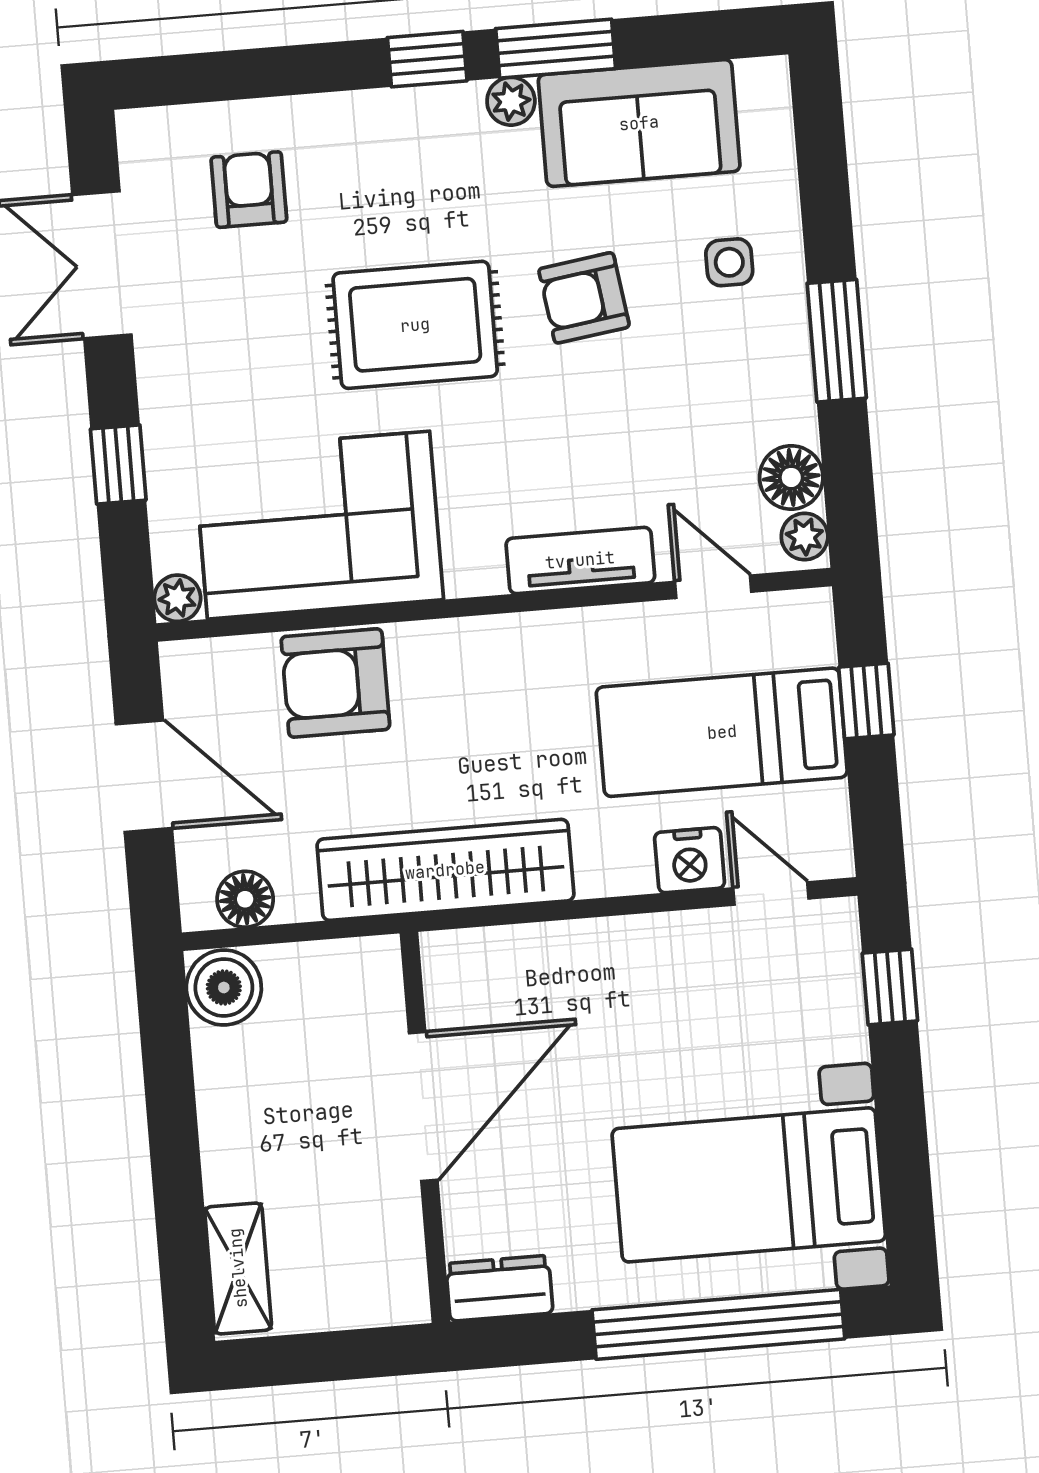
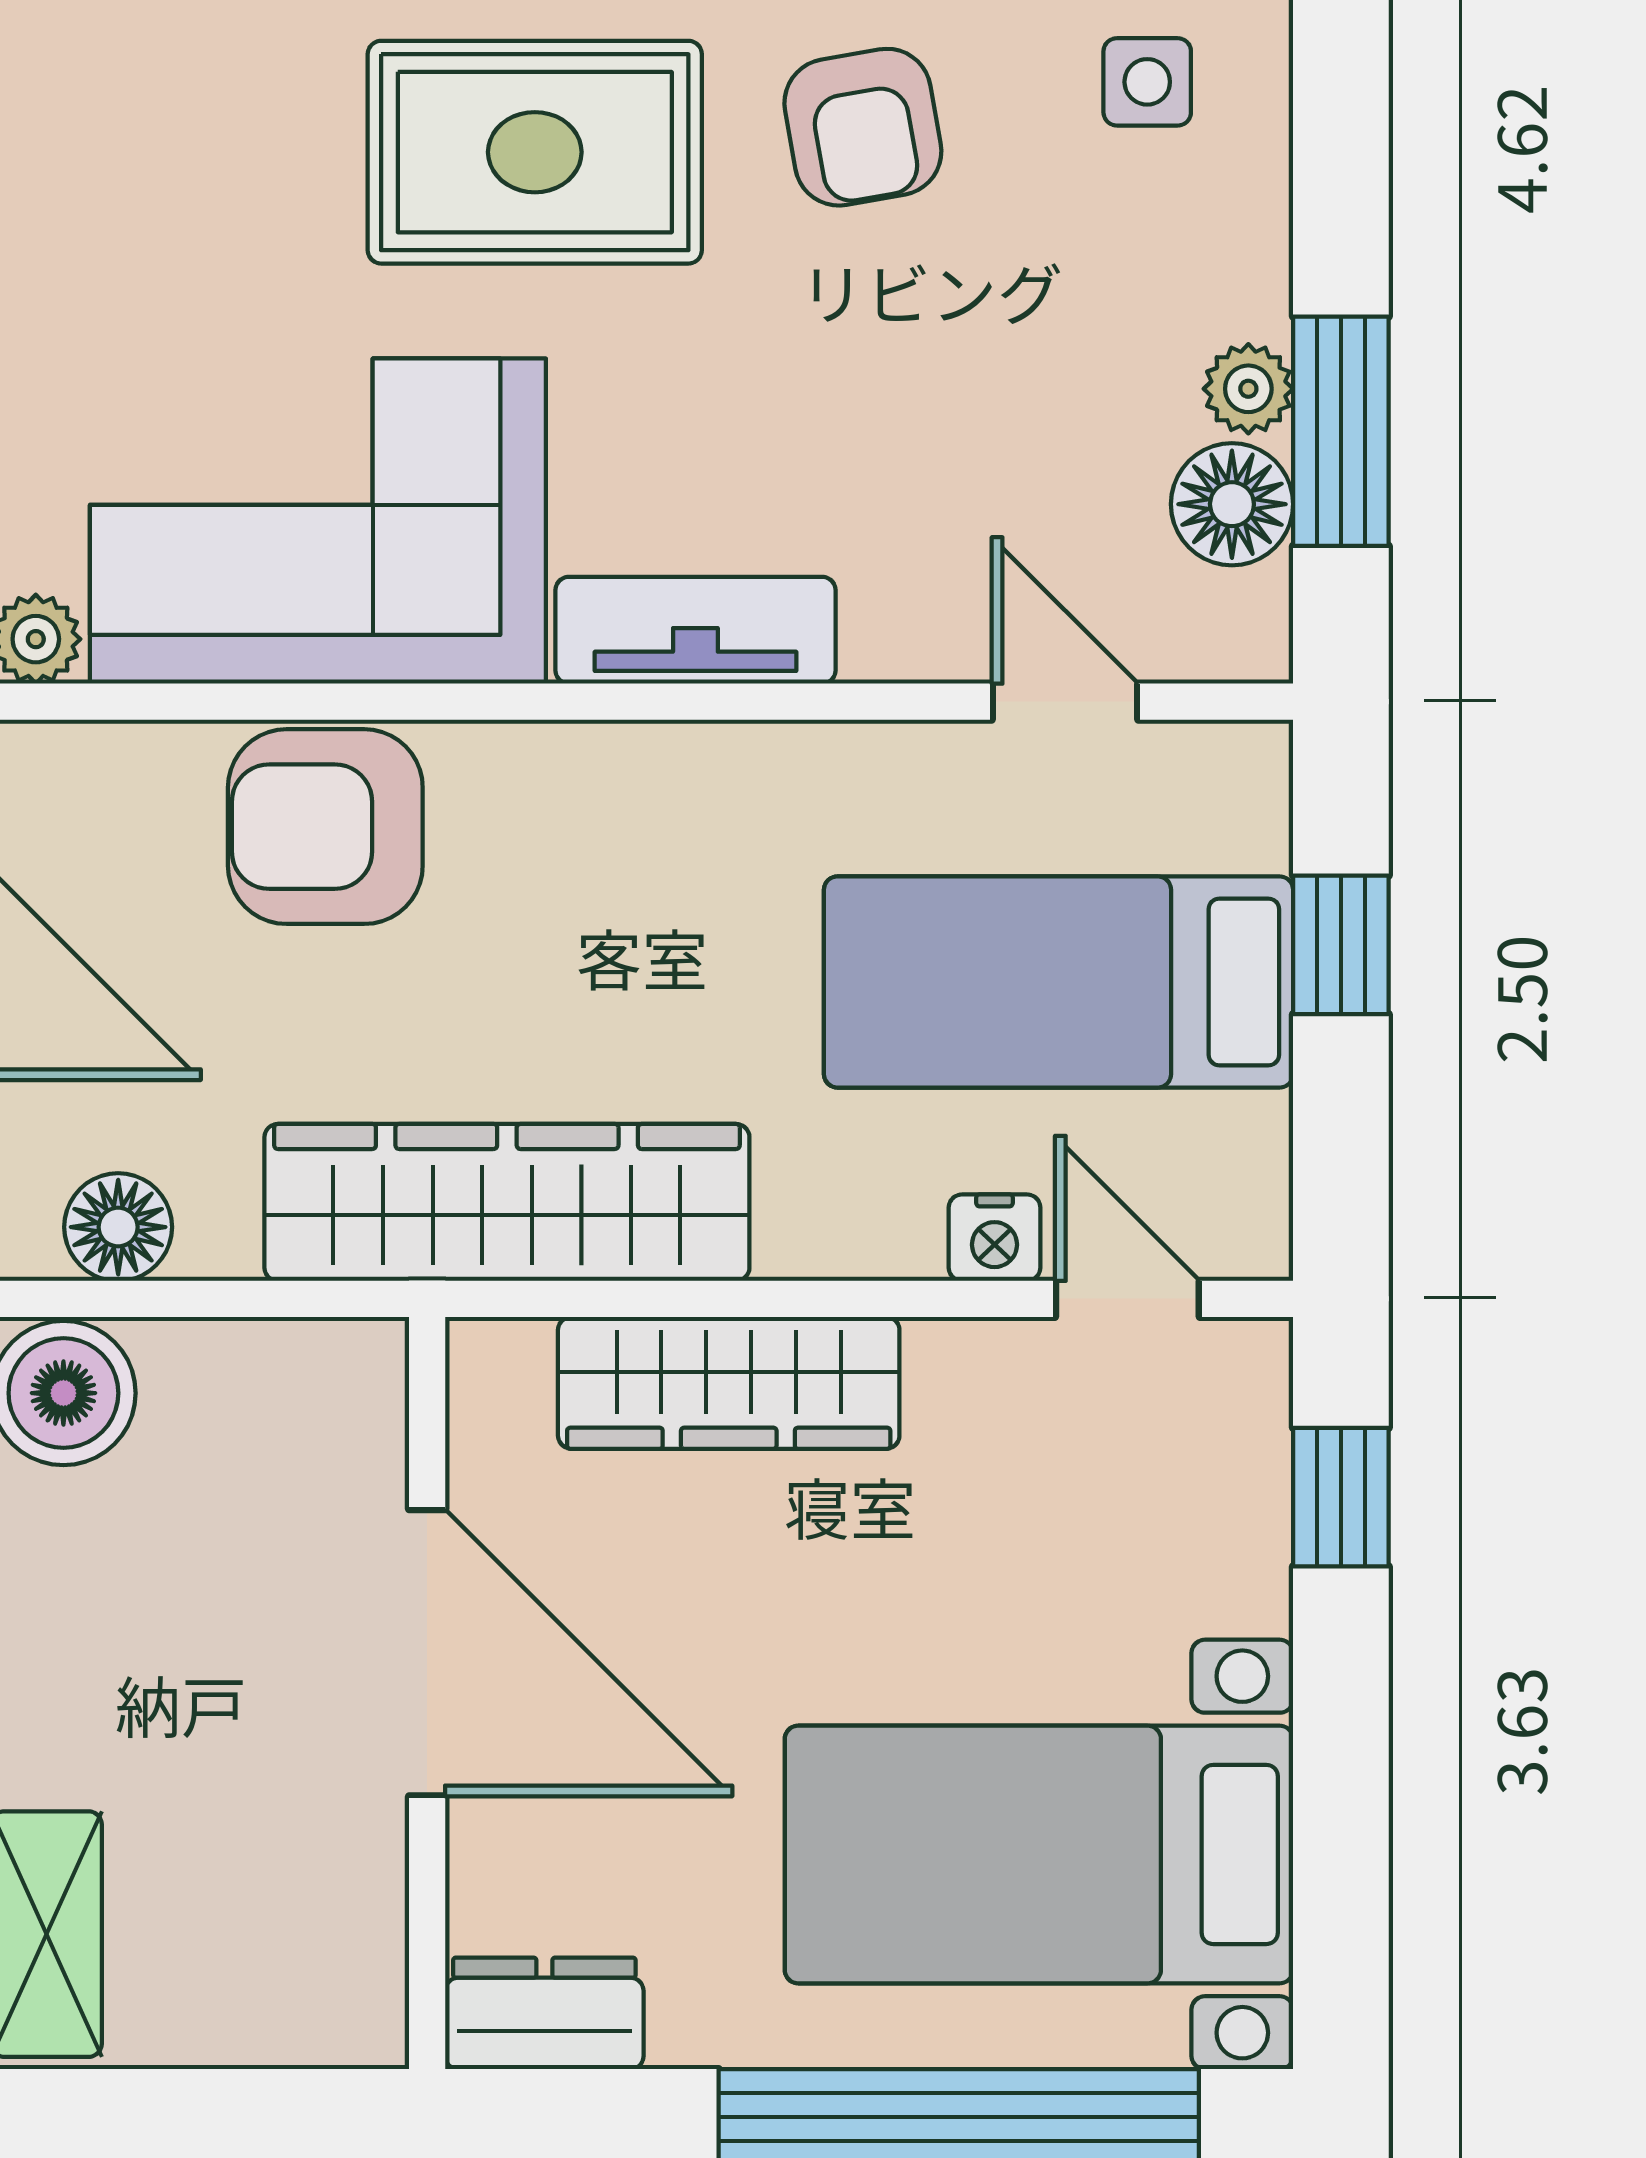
armchair: (584, 298) -> (863, 127), turned -92
window: (837, 341) -> (1341, 431), moved
plant: (805, 537) -> (1248, 389), moved
tv unit: (580, 560) -> (695, 630), moved
nightstand: (690, 860) -> (995, 1238), width x0.72, depth x0.74
wardrobe: (568, 954) -> (729, 1383), added
door: (423, 1106) -> (427, 1653), hinge flipped

